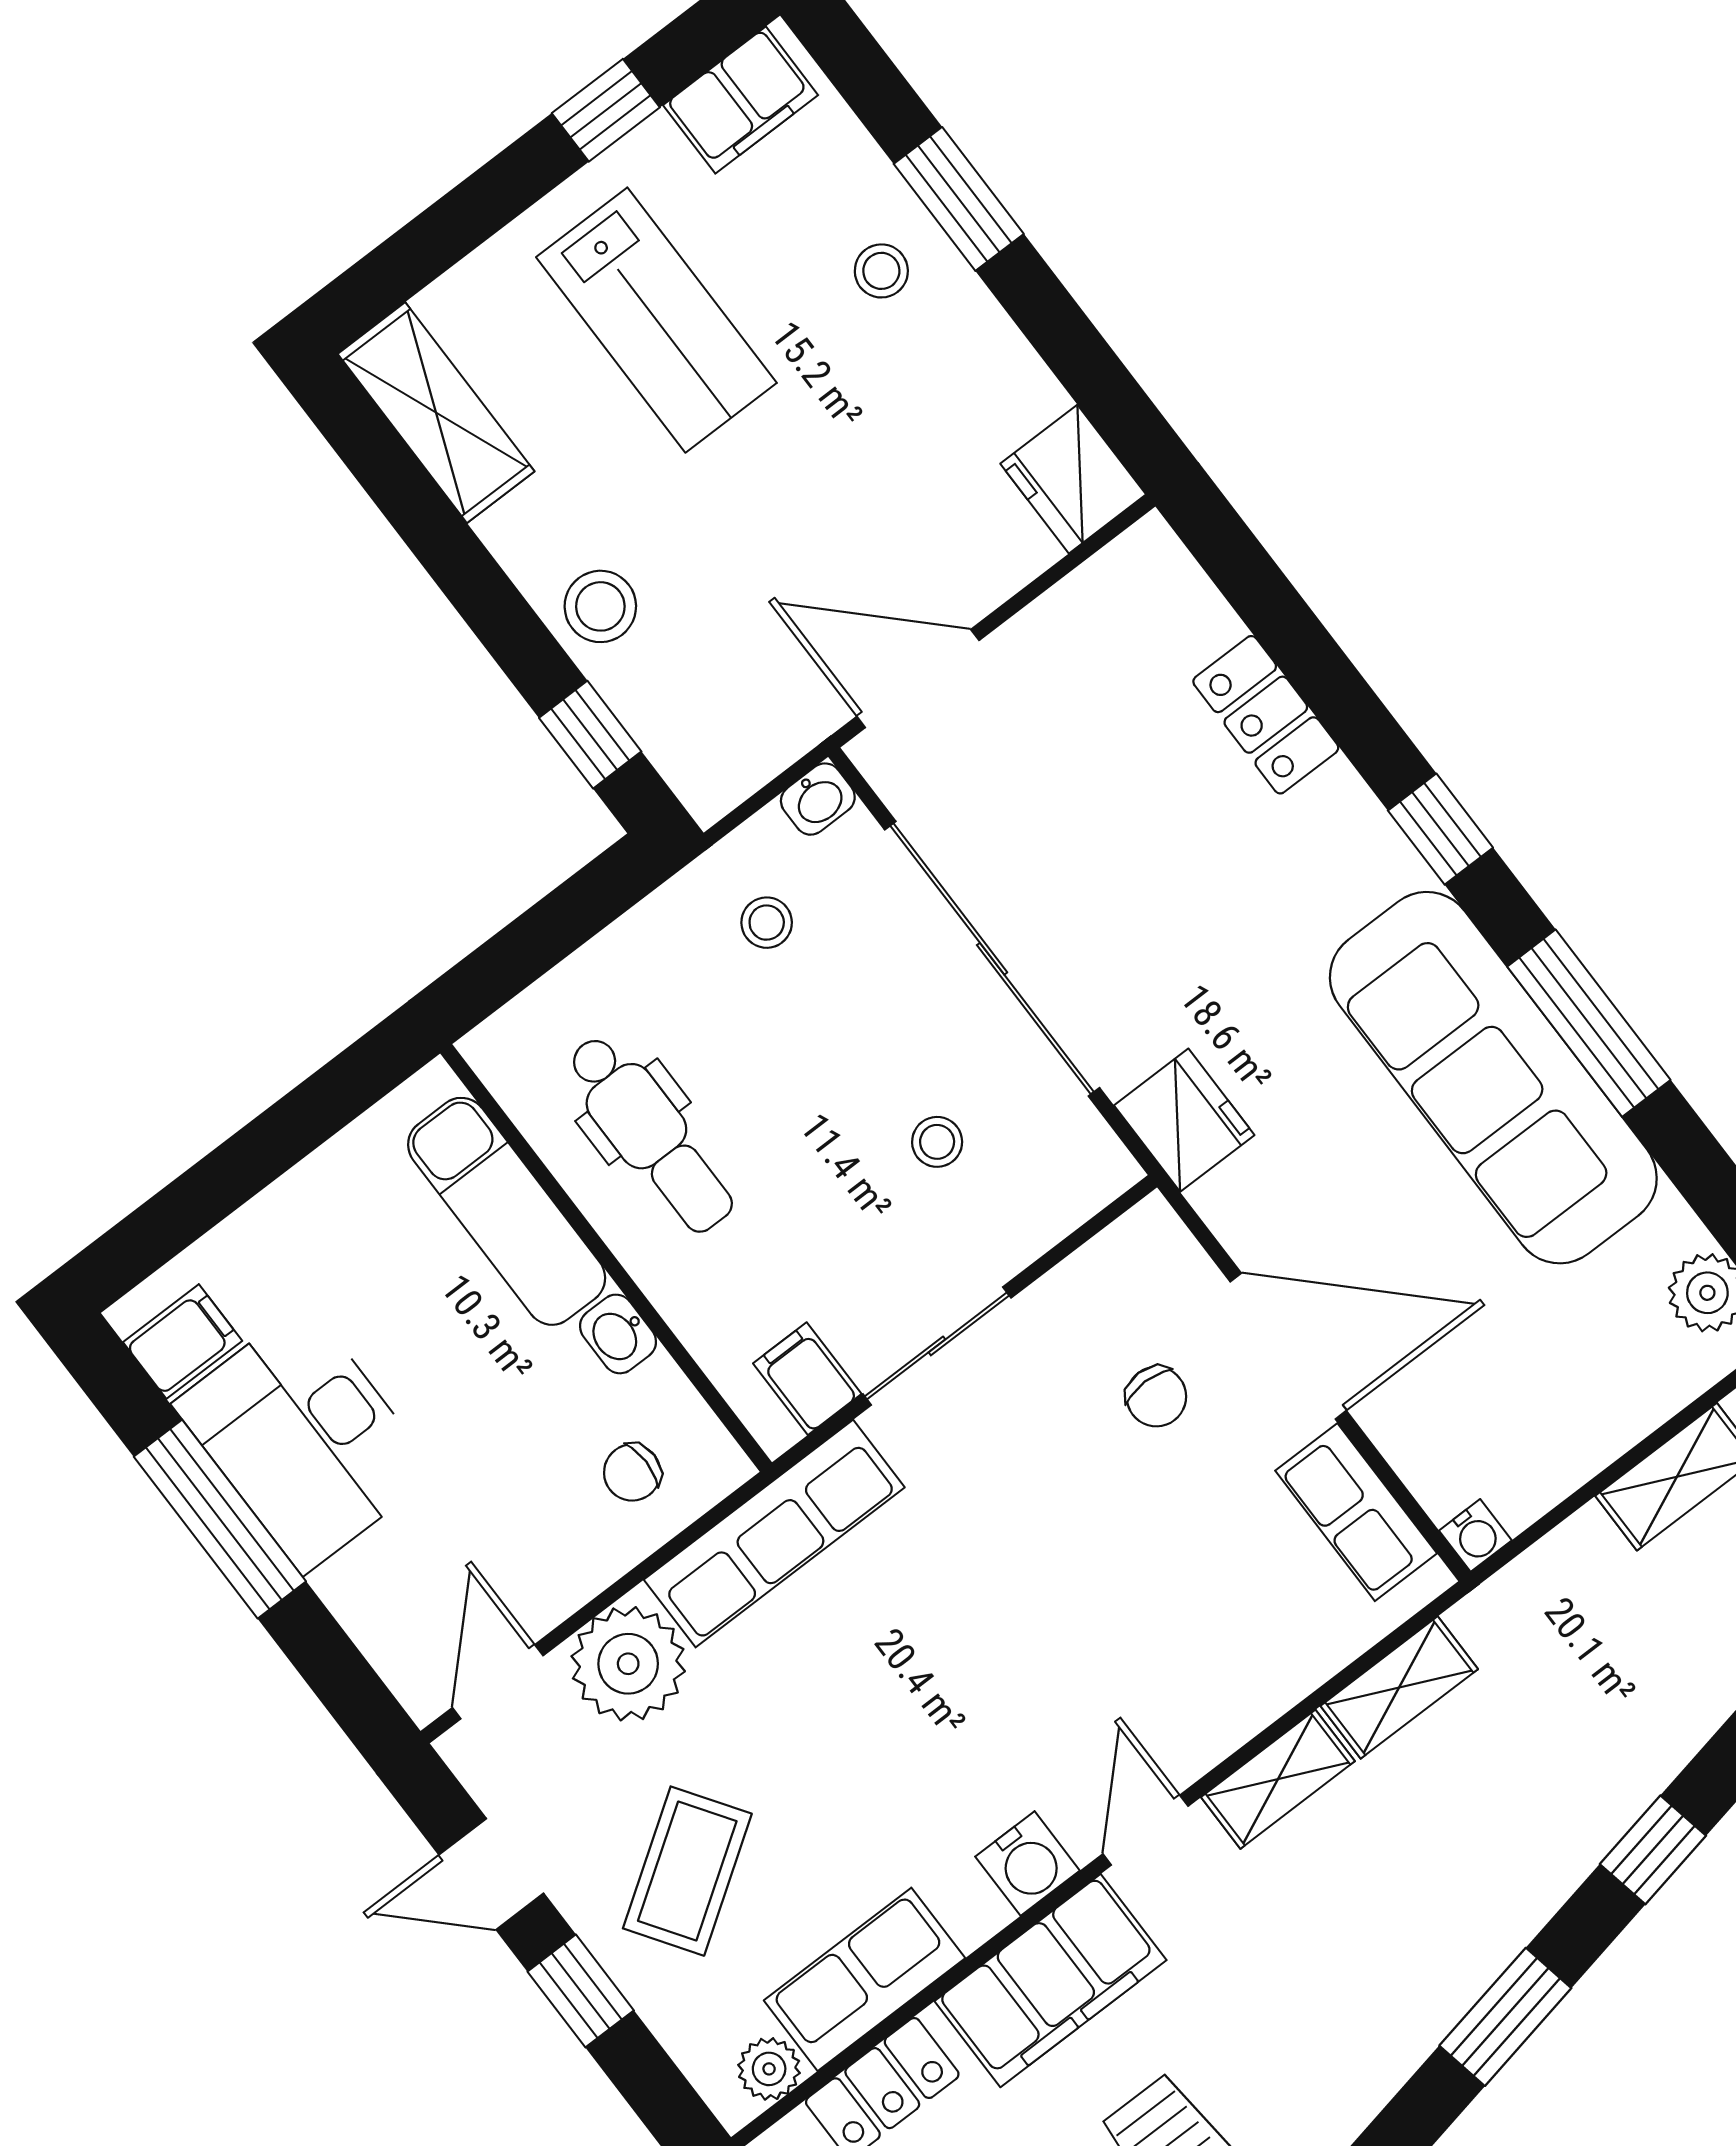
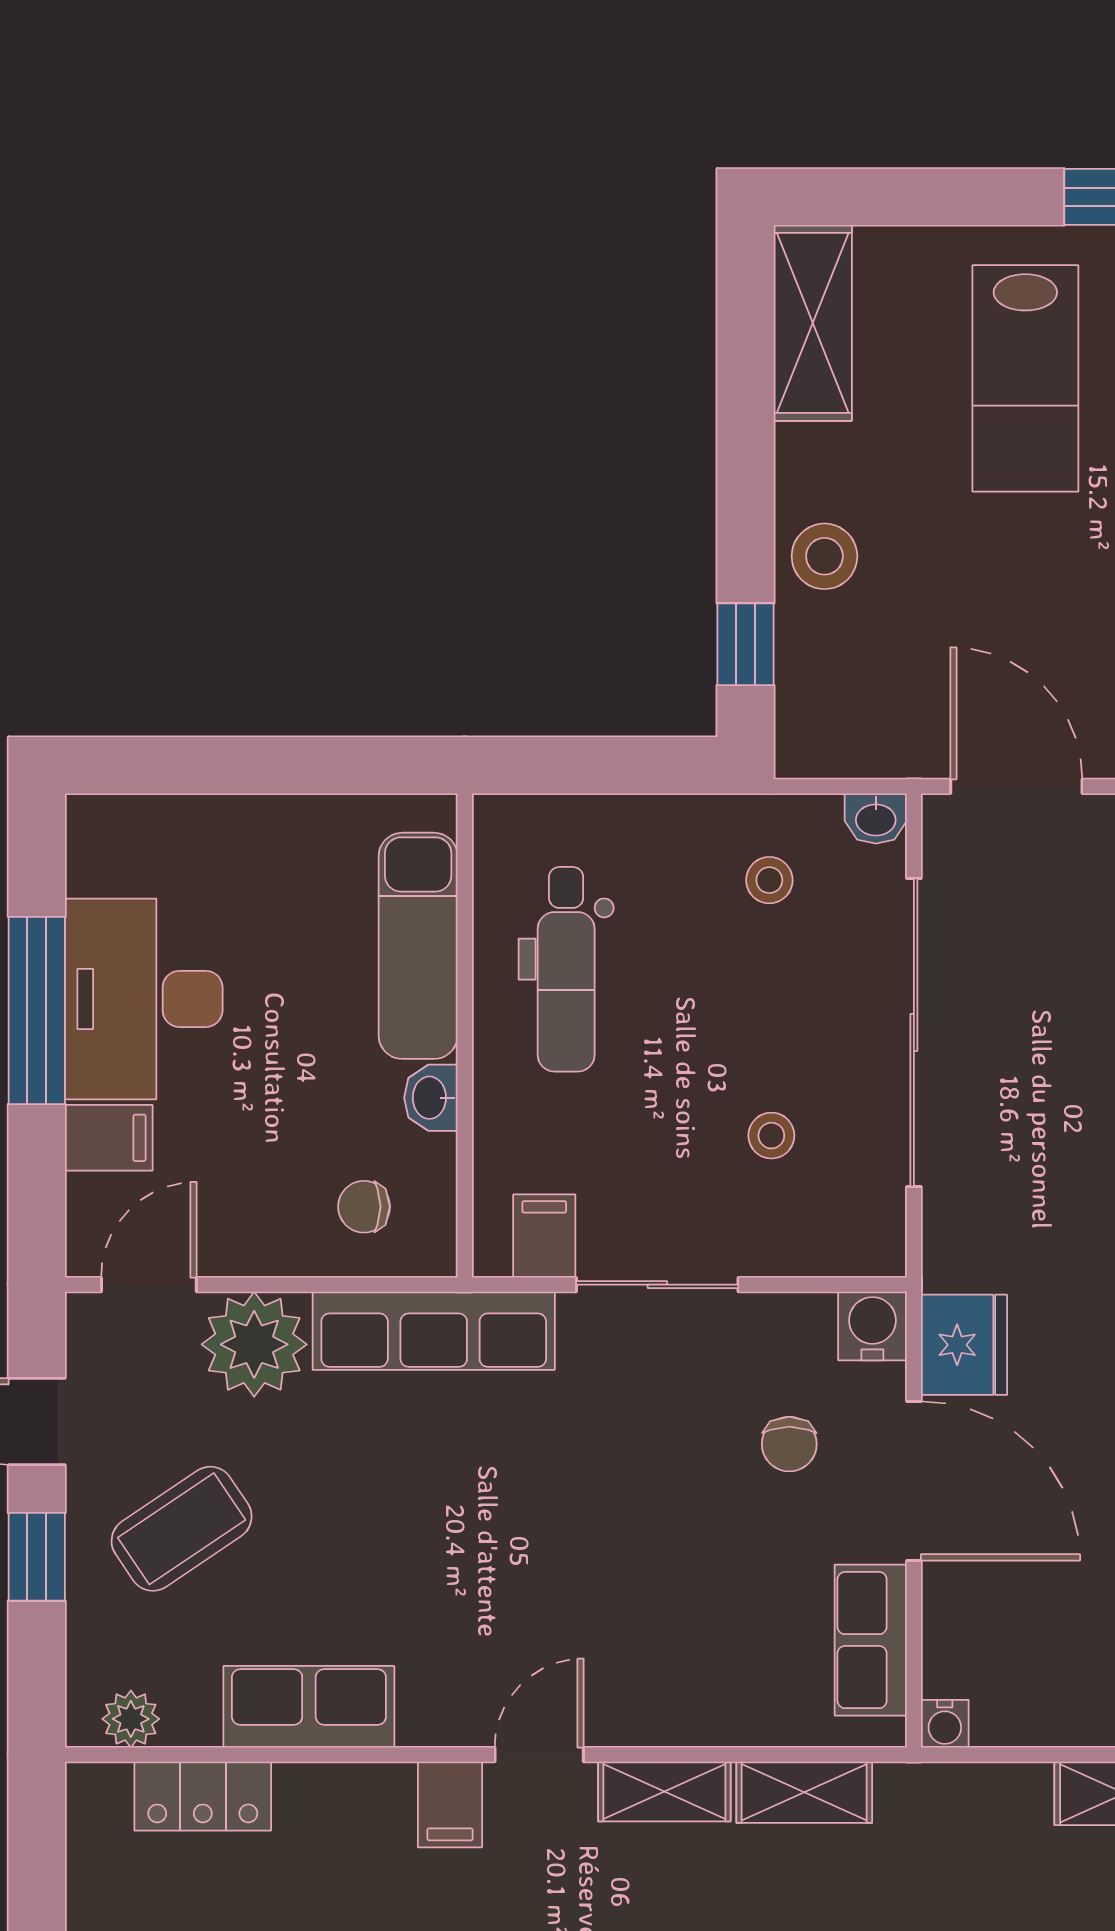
fridge: (1184, 1120) -> (964, 1345), moved
filing cabinet: (183, 1342) -> (109, 1138), moved
water cooler: (1028, 1864) -> (872, 1326), moved, turned 180
row of seats: (864, 1979) -> (309, 1707), moved
filing cabinet: (1050, 1981) -> (450, 1804), width x0.33, depth x0.86

